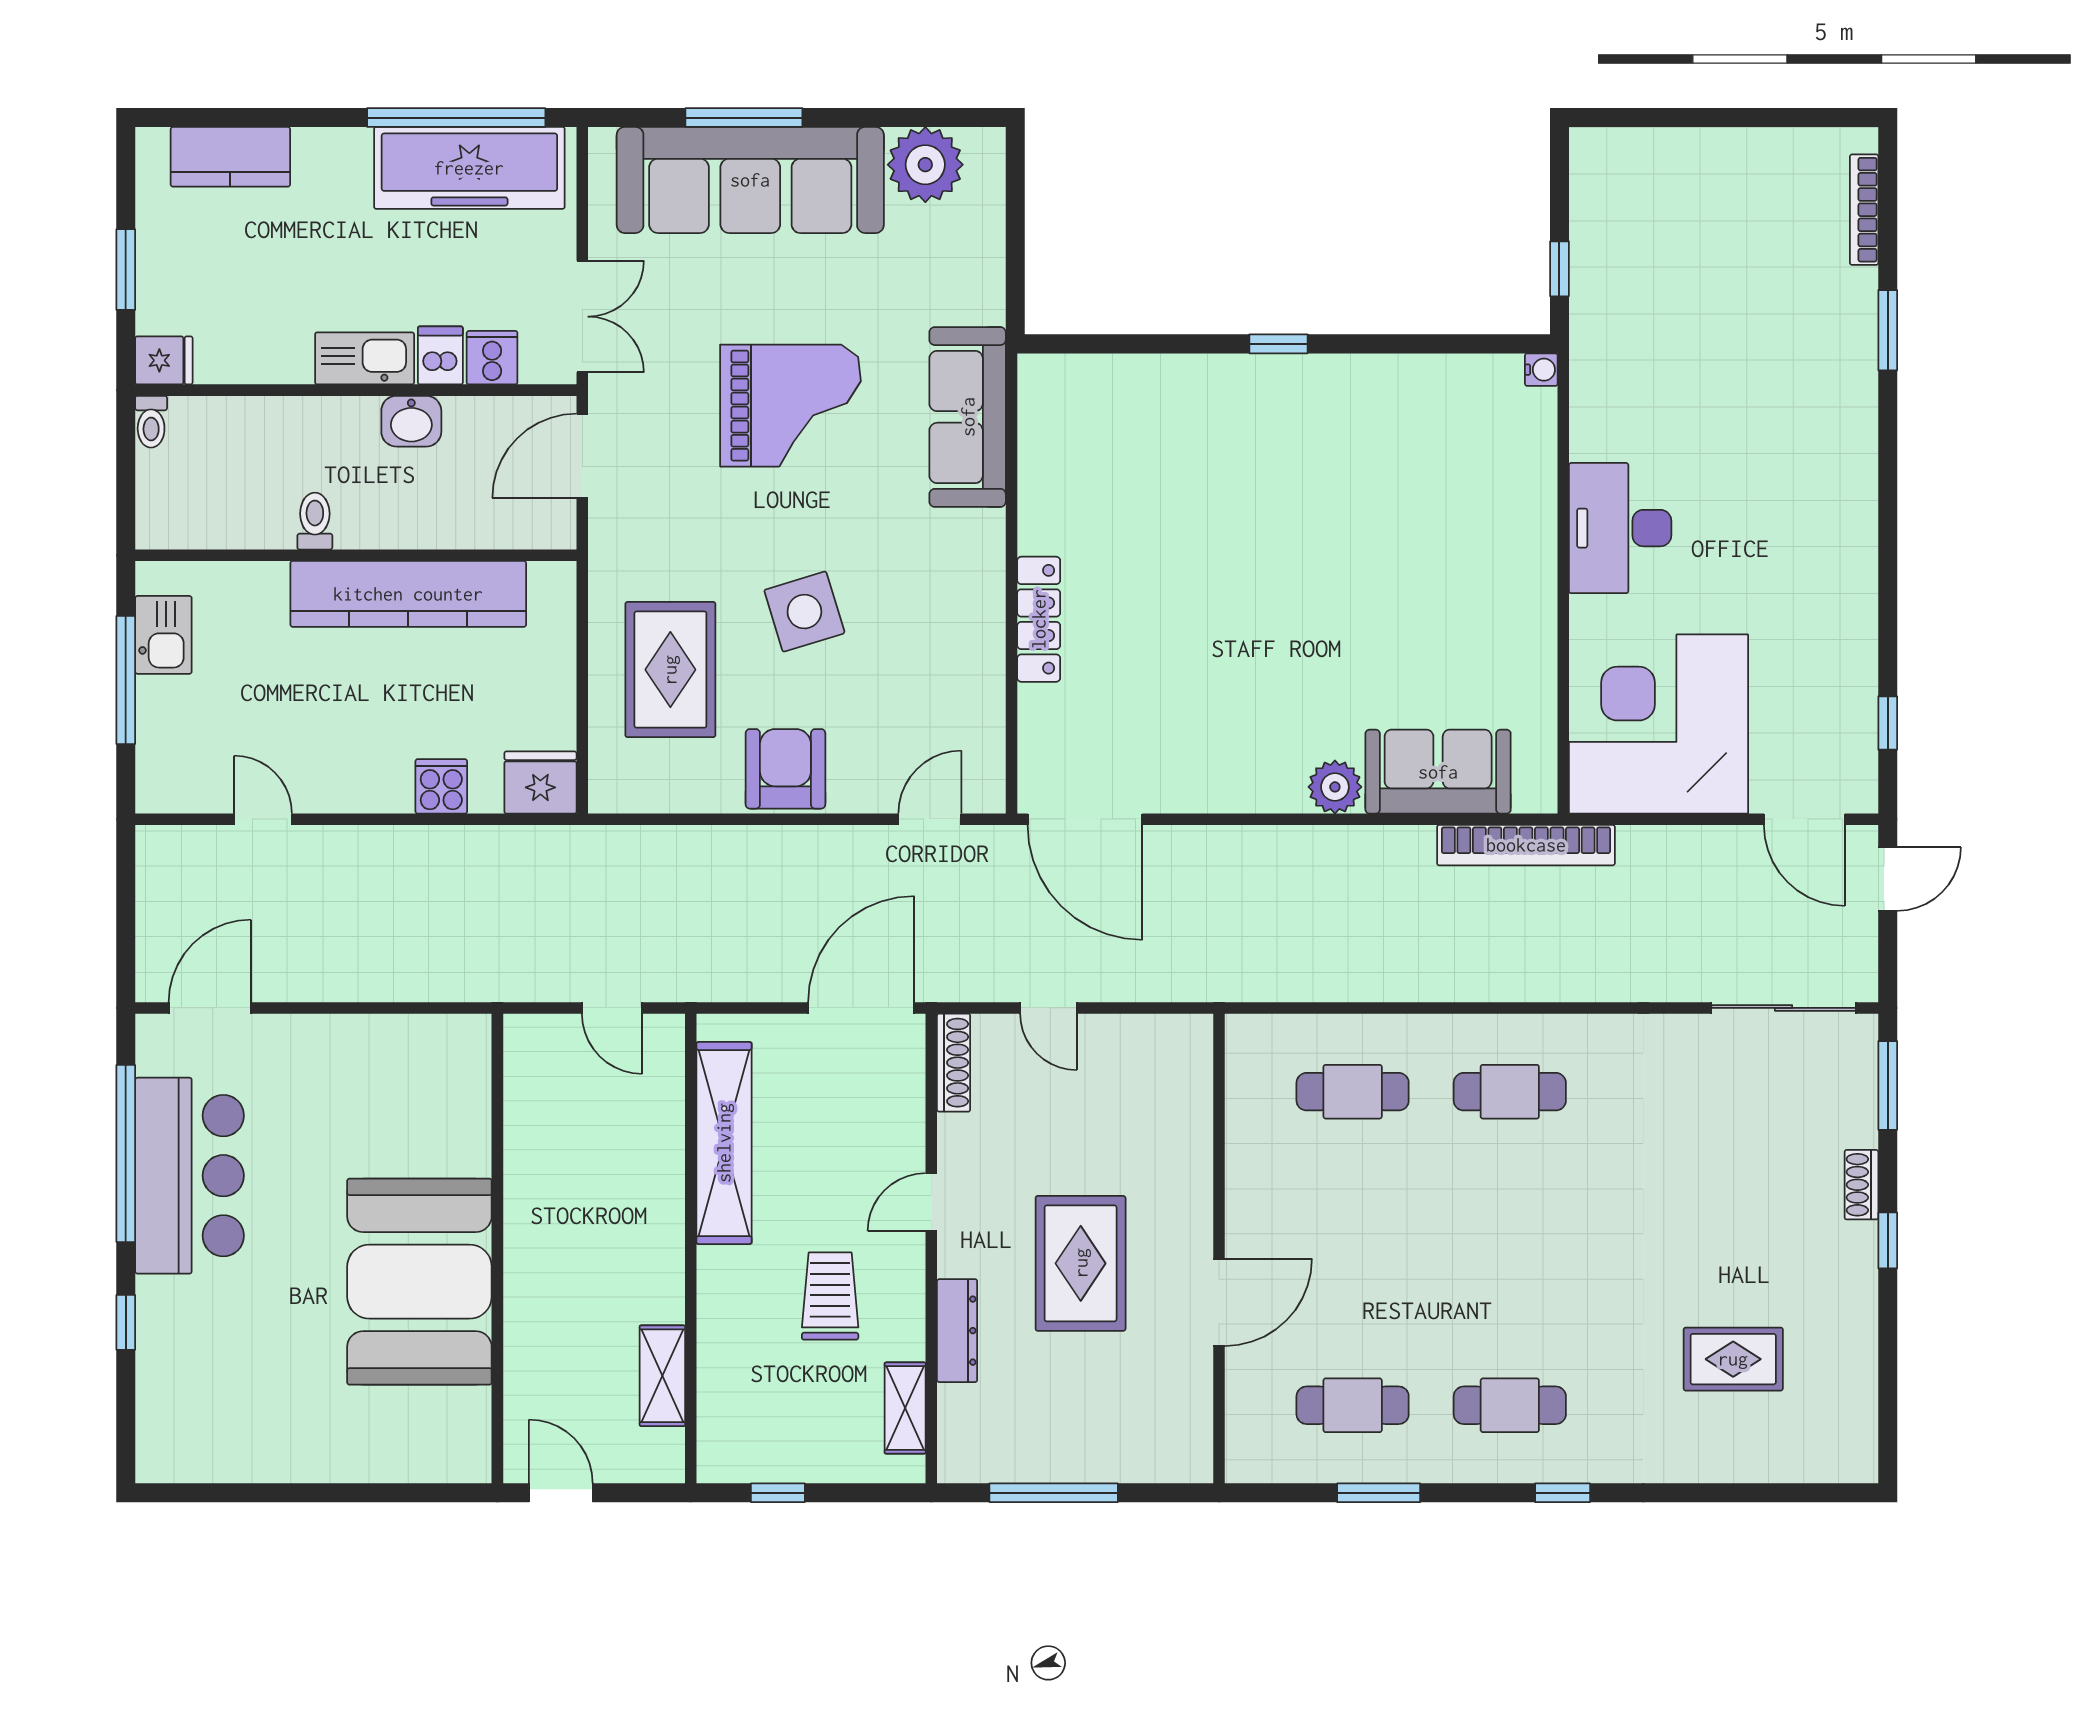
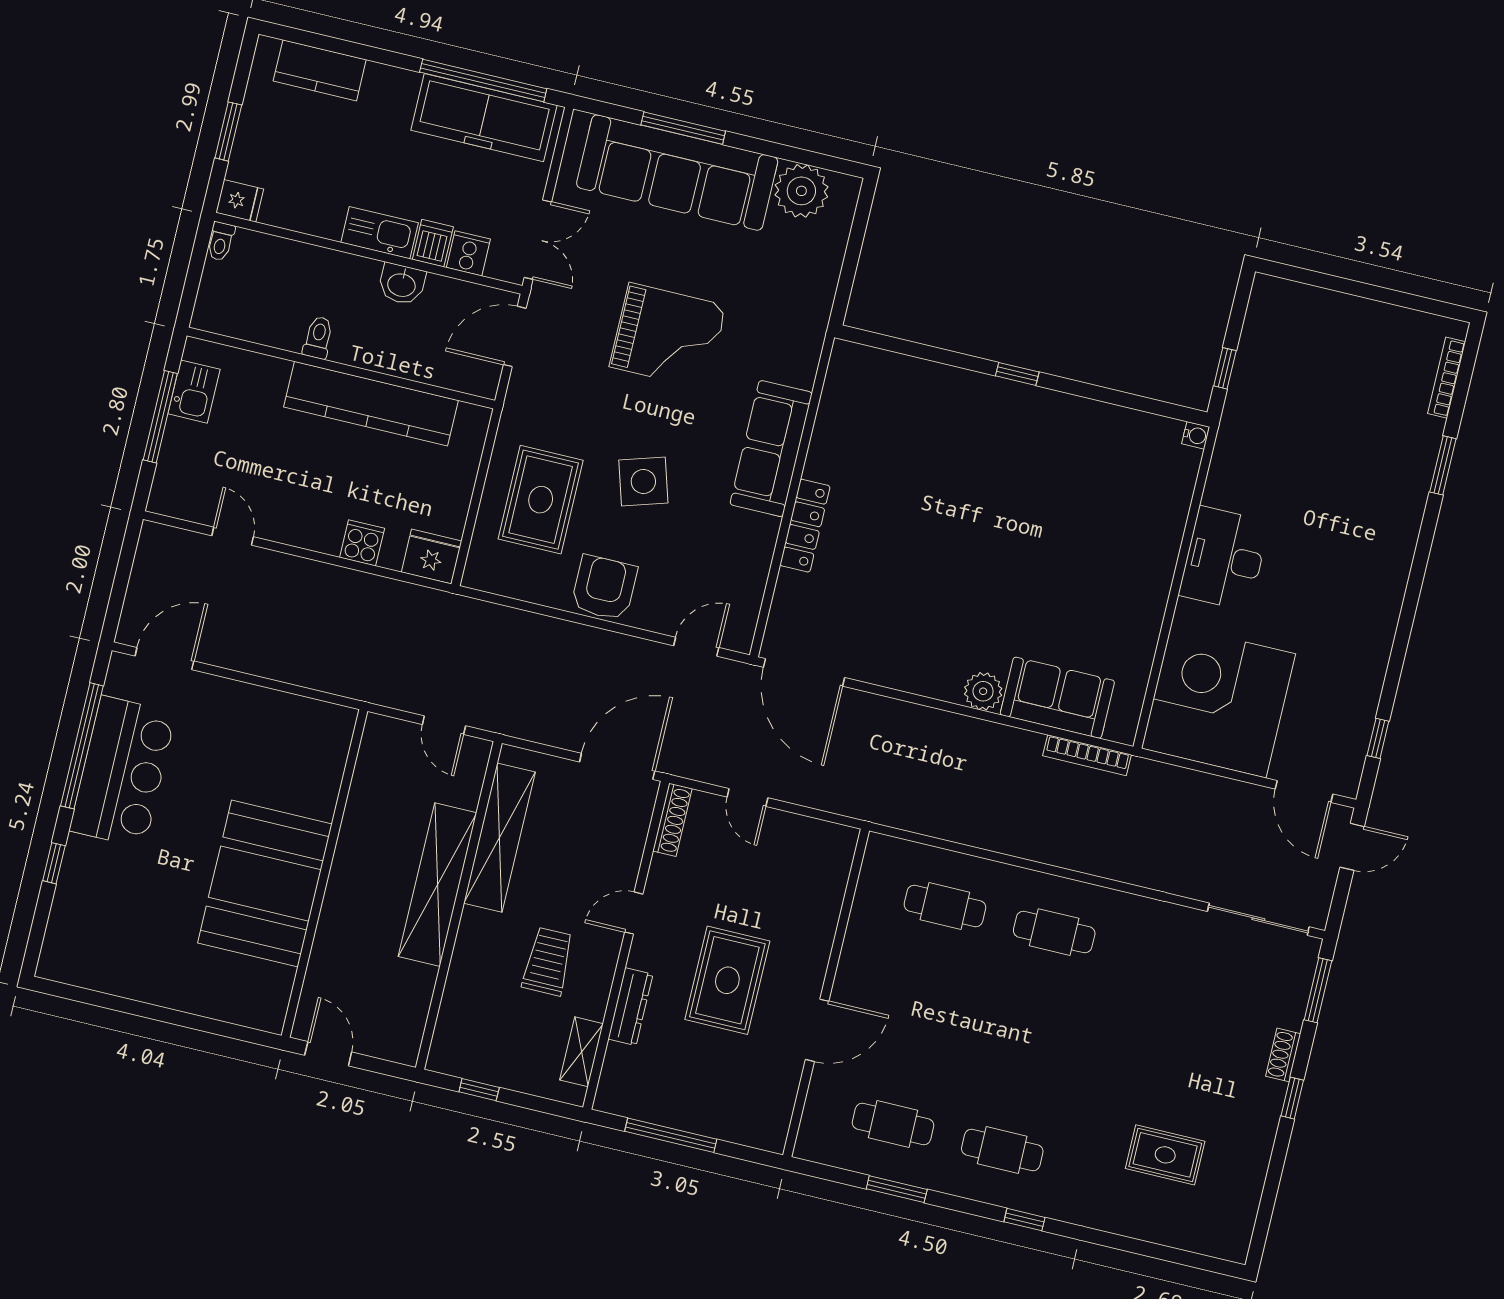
sofa: (968, 417) -> (771, 449), moved
bookcase: (1526, 845) -> (1087, 755), width x0.68, depth x0.76
shelving: (662, 1376) -> (437, 885), moved, width x2.20, depth x1.33

